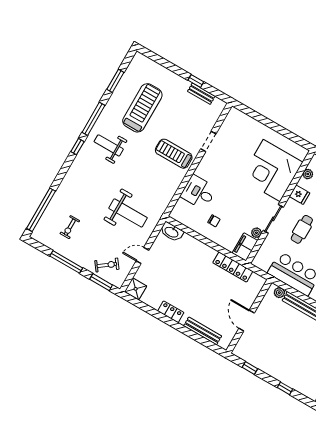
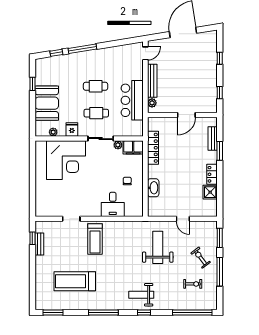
window: (115, 81) -> (53, 312), moved
window: (196, 81) -> (32, 238), moved
weight bench: (109, 145) -> (141, 295), moved, turned 90
window: (77, 147) -> (144, 312), moved
washbasin: (172, 232) -> (153, 188), moved
exercise bike: (107, 265) -> (201, 258), moved
shower: (136, 289) -> (210, 192), moved
bench: (203, 331) -> (213, 139), width x0.73
window: (190, 334) -> (220, 151), added

